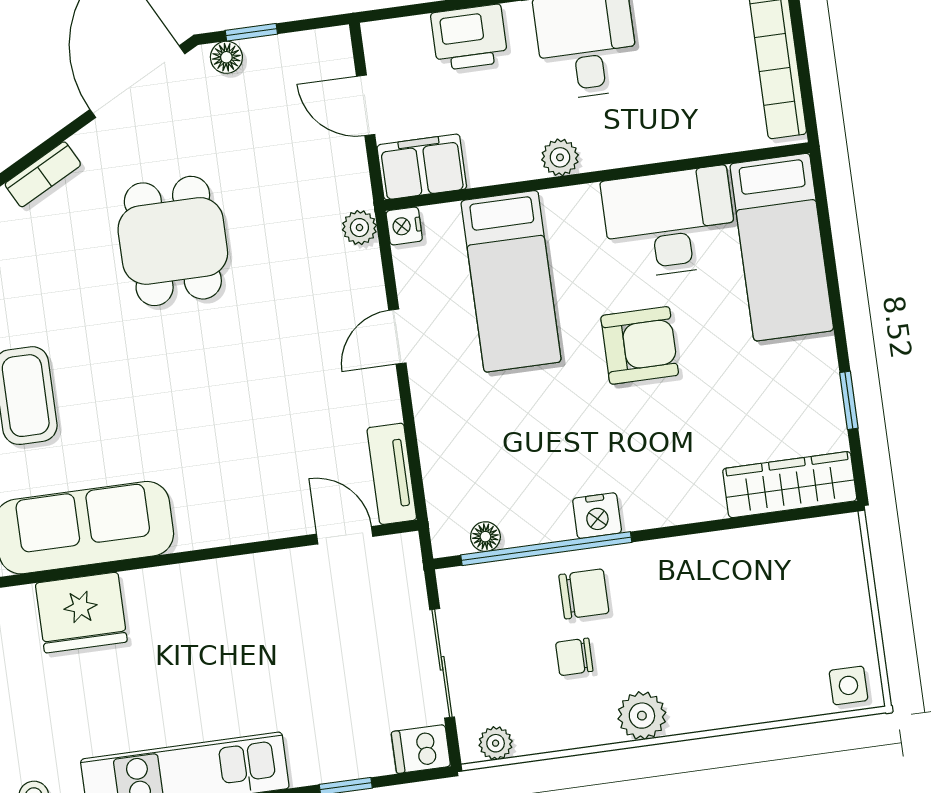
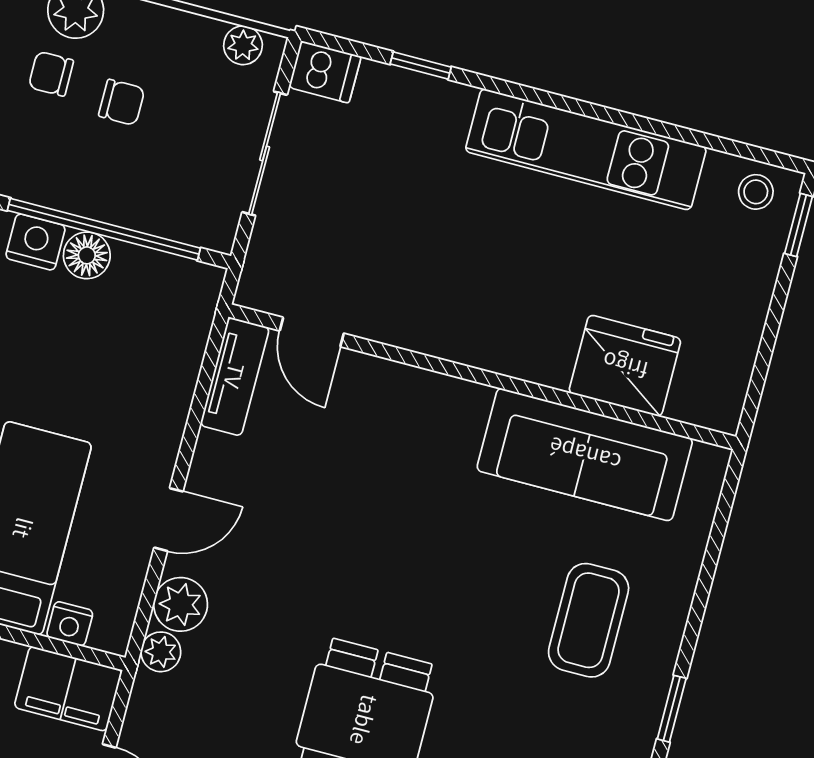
nightstand: (404, 226) -> (70, 624), moved, turned 90
plant: (359, 272) -> (181, 604), added
floor lamp: (485, 537) -> (87, 255), moved, width x1.37, depth x1.37
chair: (584, 594) -> (51, 74), moved, width x0.73, depth x0.73

